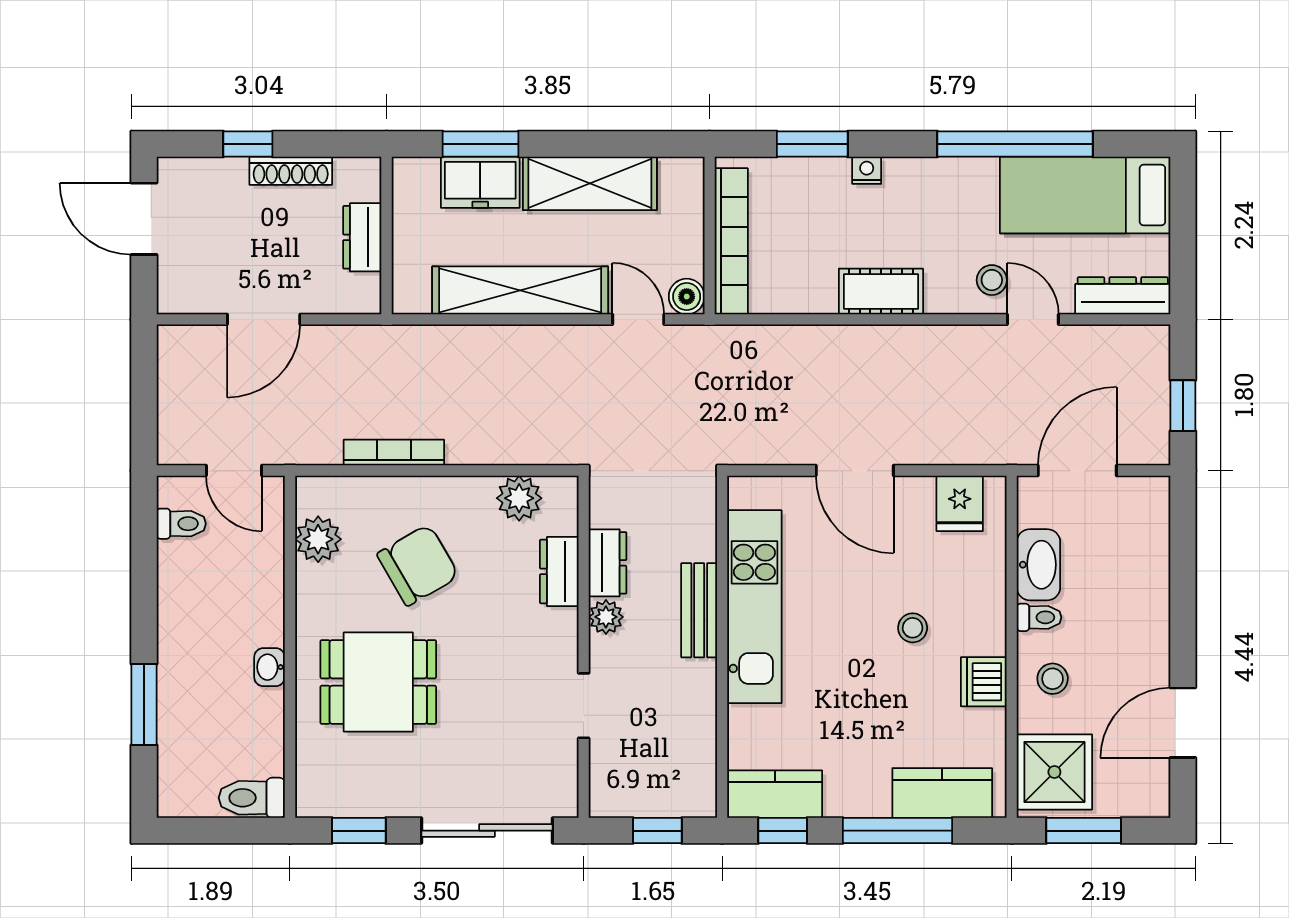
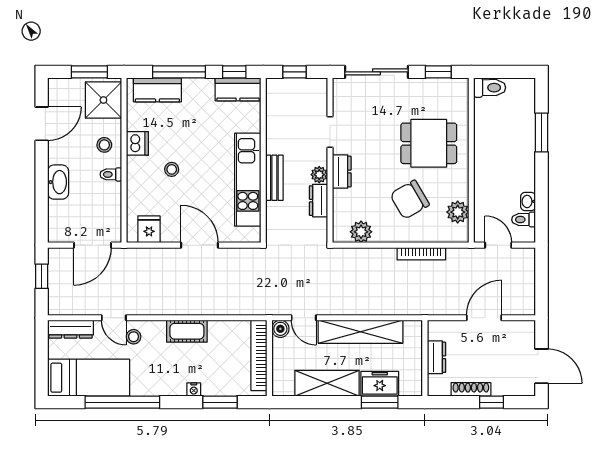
washbasin: (1038, 565) -> (58, 182), moved, turned 180
dresser: (559, 571) -> (342, 172), moved
washbasin: (270, 667) -> (528, 201), moved, turned 180

